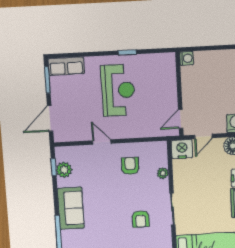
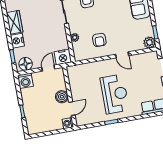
reception desk: (118, 90) -> (115, 94), turned 180
boiler: (190, 96) -> (62, 97), added
door: (181, 119) -> (72, 109), moved
plant: (64, 170) -> (149, 42), moved

